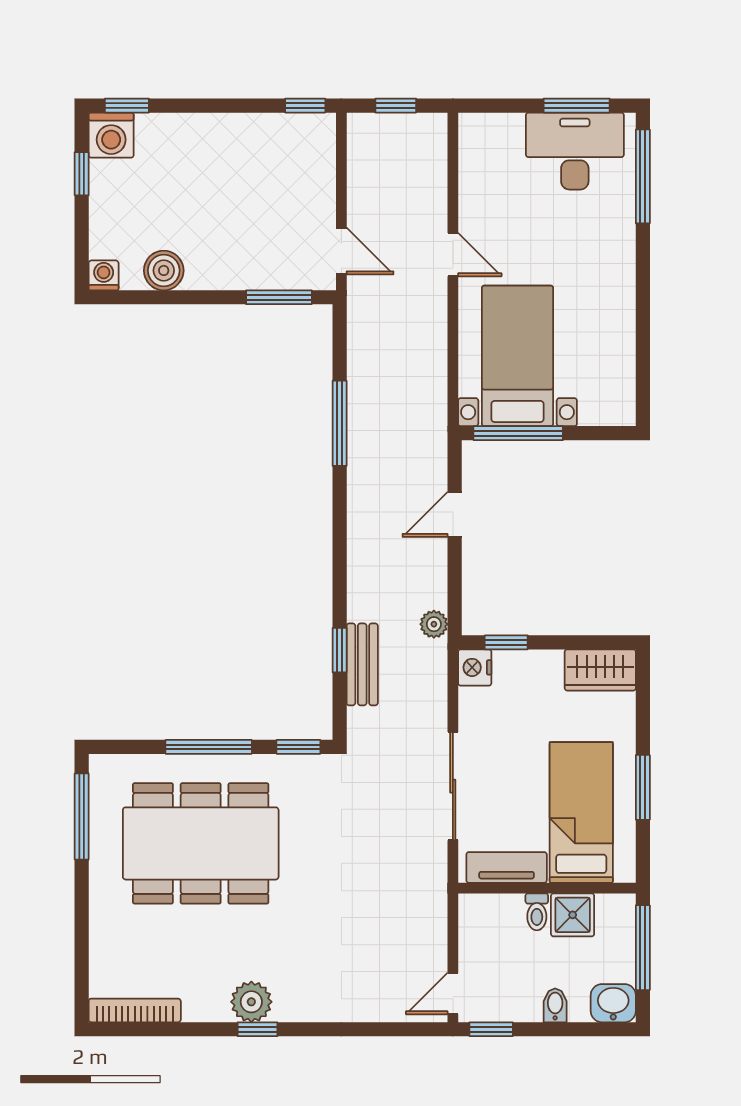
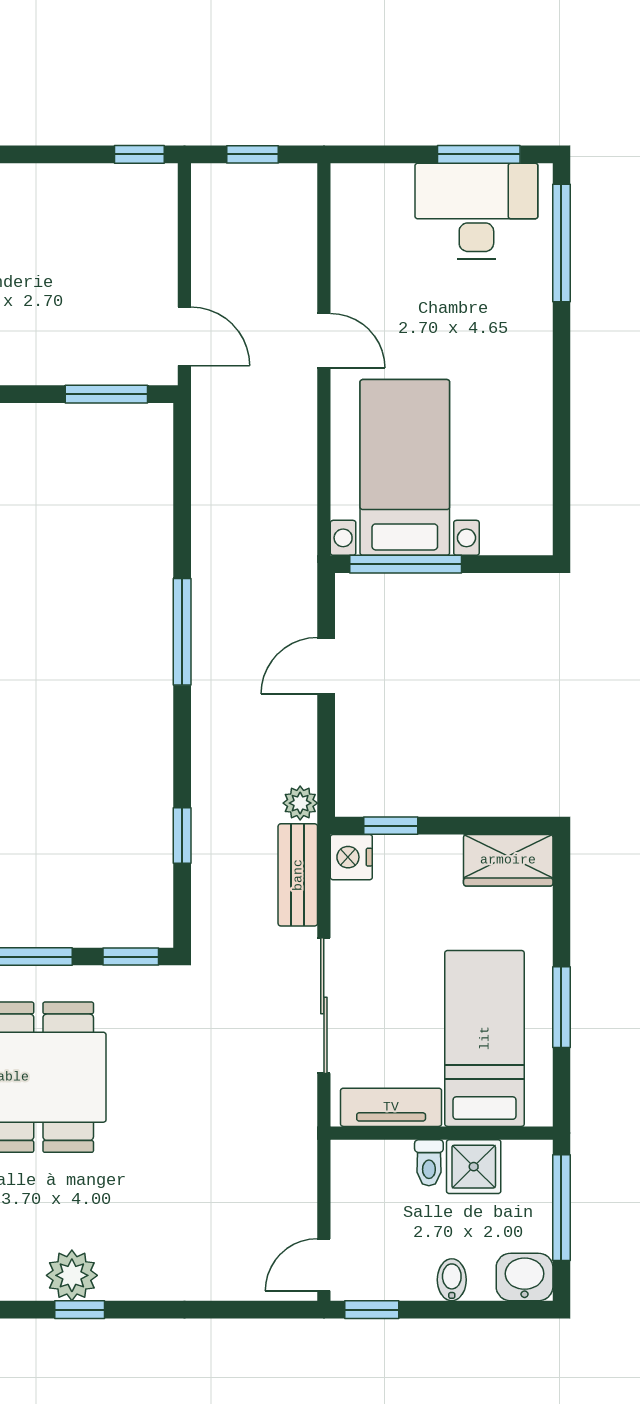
window: (340, 423) -> (182, 632), moved
bench: (362, 664) -> (298, 875), moved

